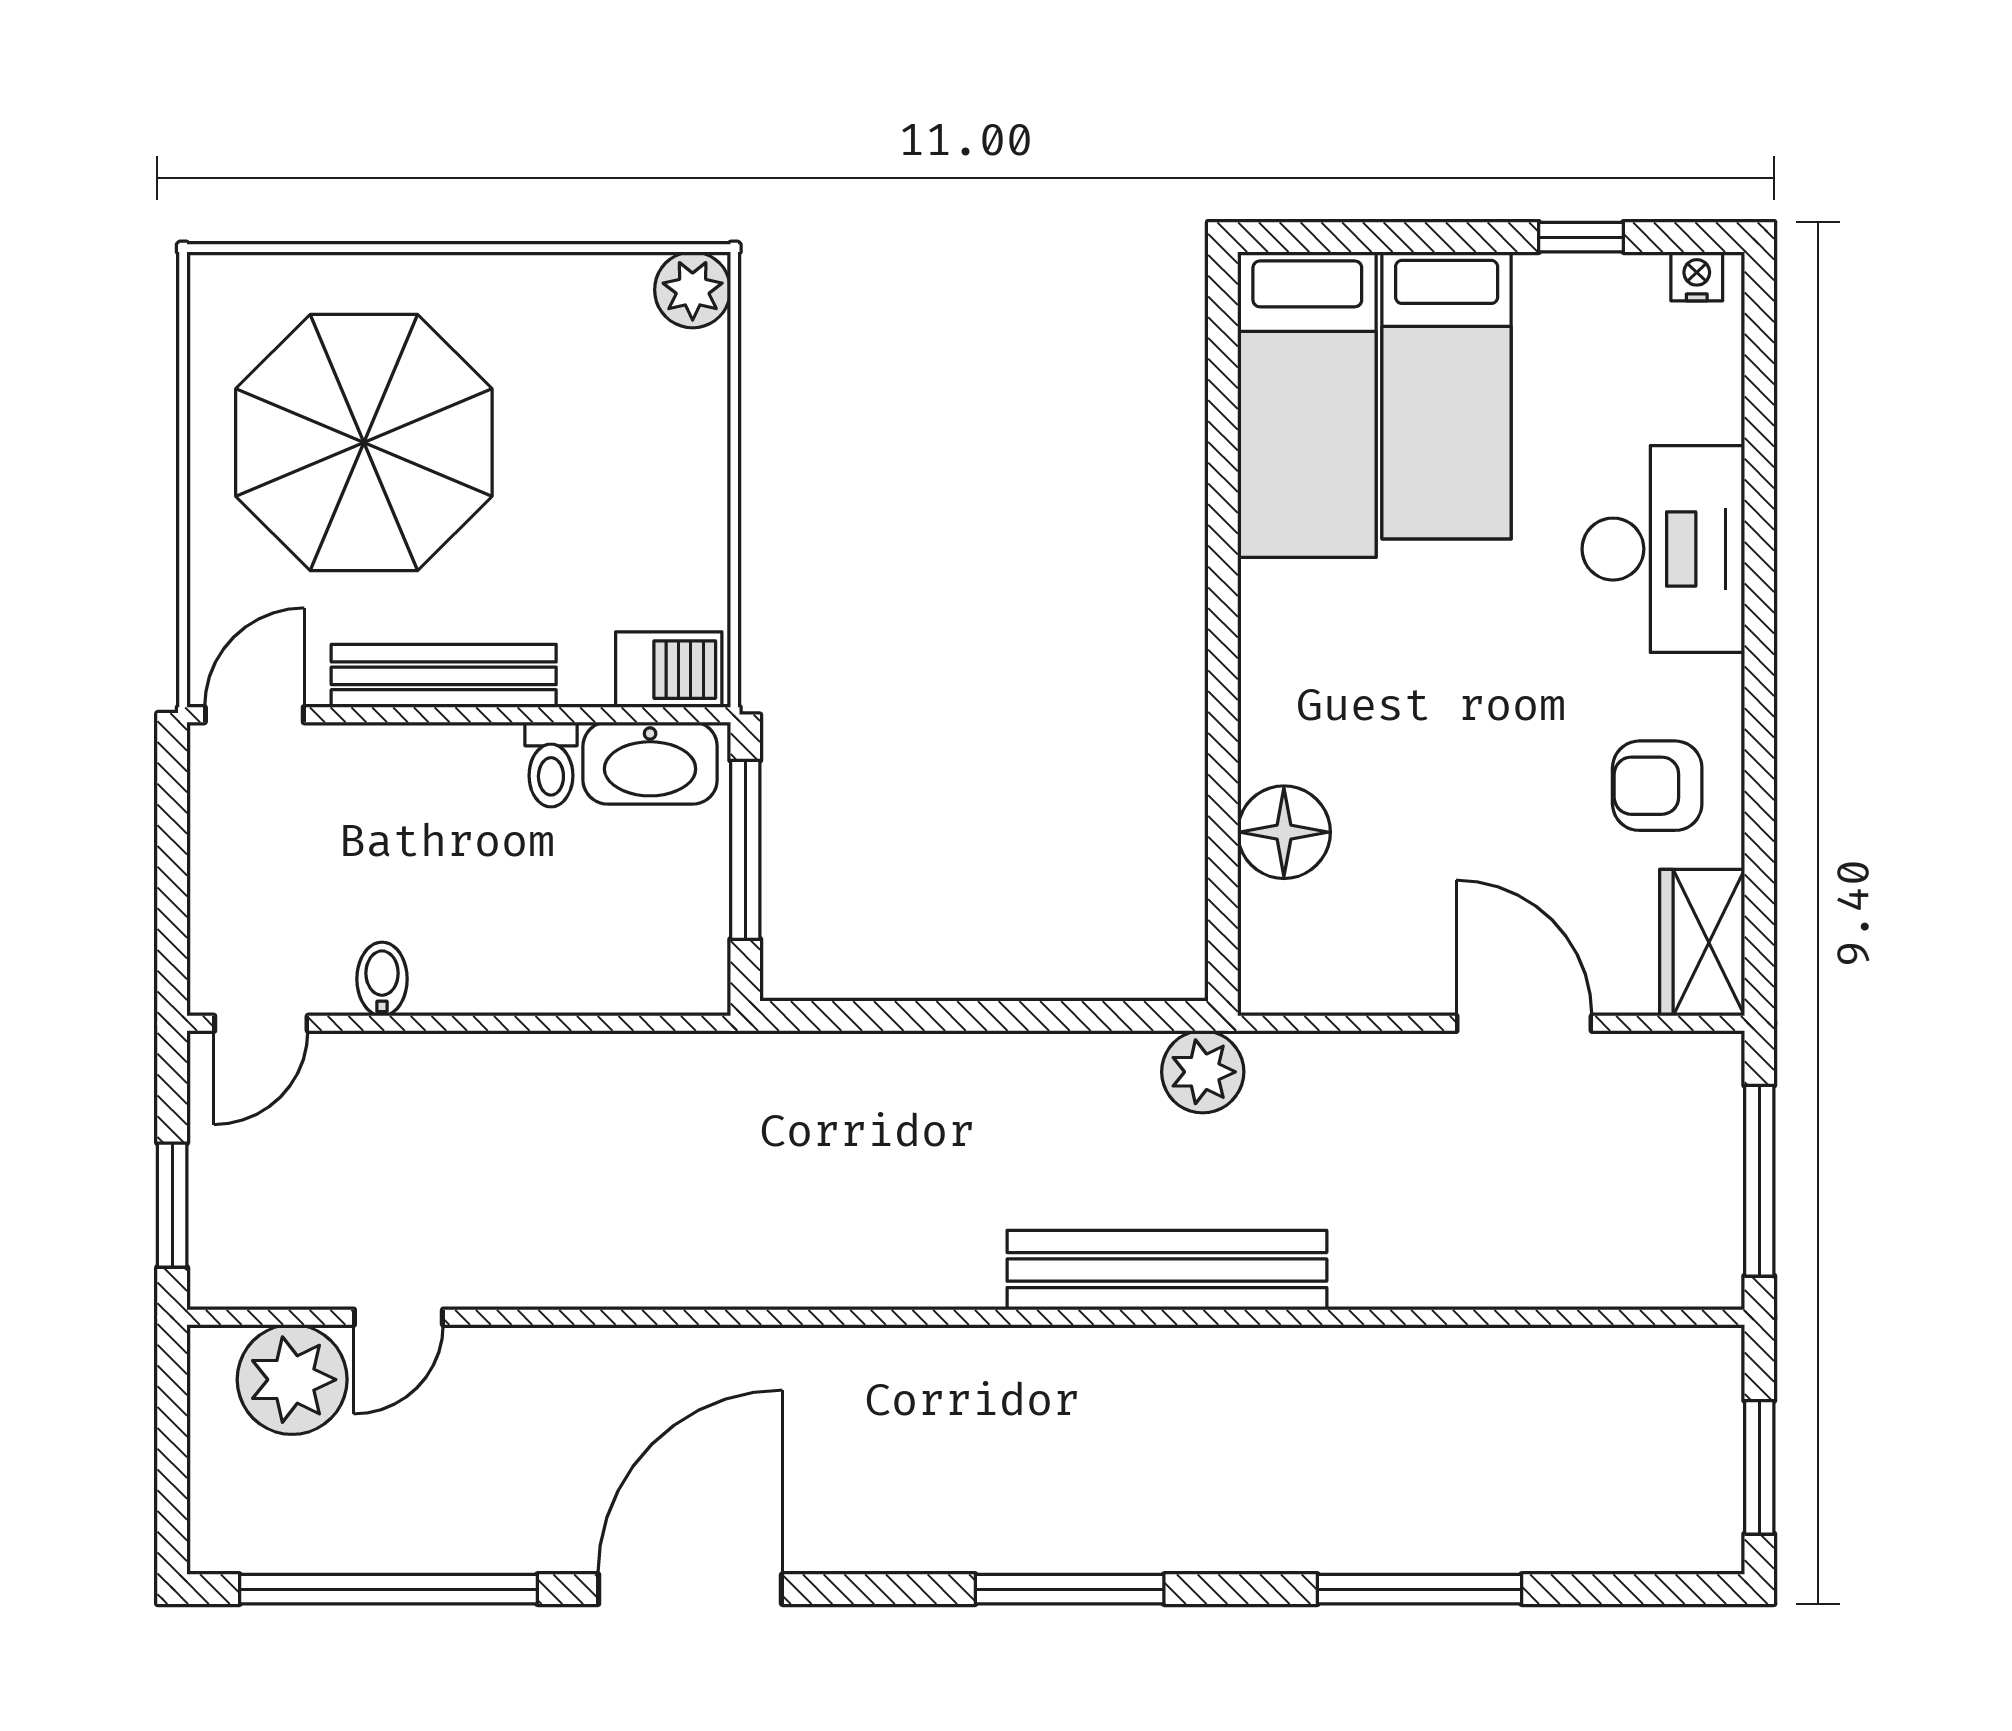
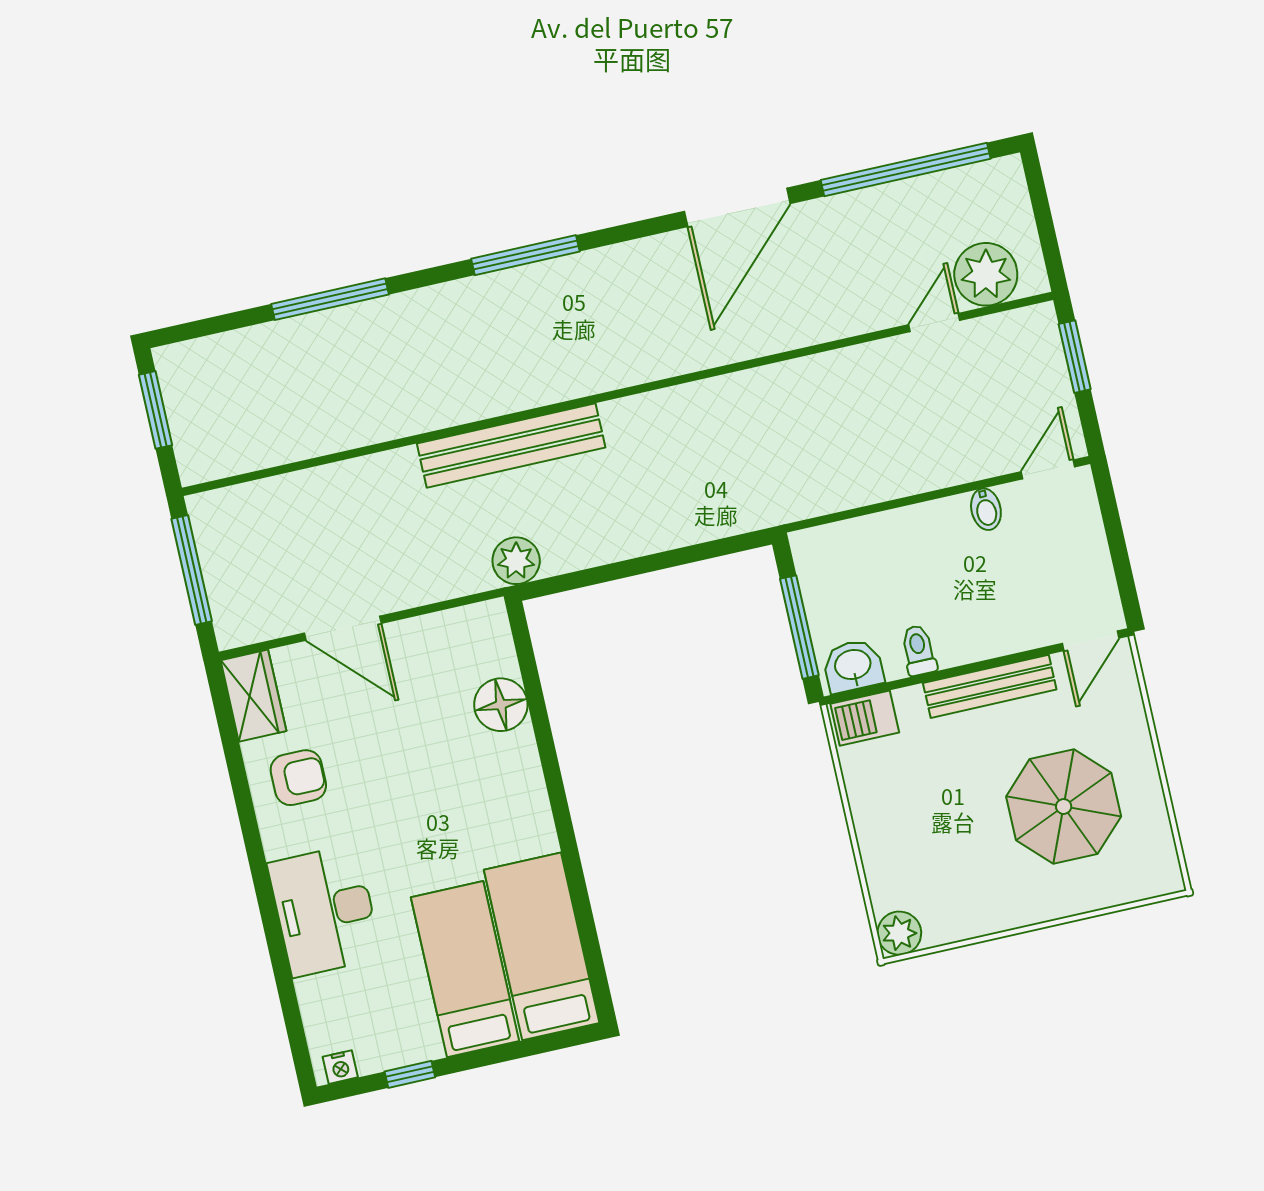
parasol: (364, 443) -> (1064, 807), width x0.73, depth x0.73
washbasin: (650, 763) -> (853, 666), width x0.72

